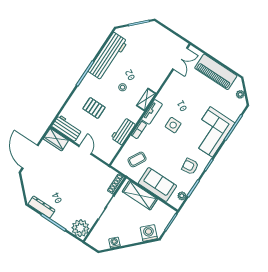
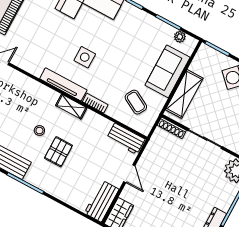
shelving: (146, 99) -> (71, 107), moved
pallet: (94, 108) -> (58, 152), moved
tv unit: (152, 112) -> (63, 84), width x1.41
workbench: (123, 131) -> (126, 139), moved
door: (85, 150) -> (129, 174), swing flipped
armchair: (190, 166) -> (139, 29), removed

